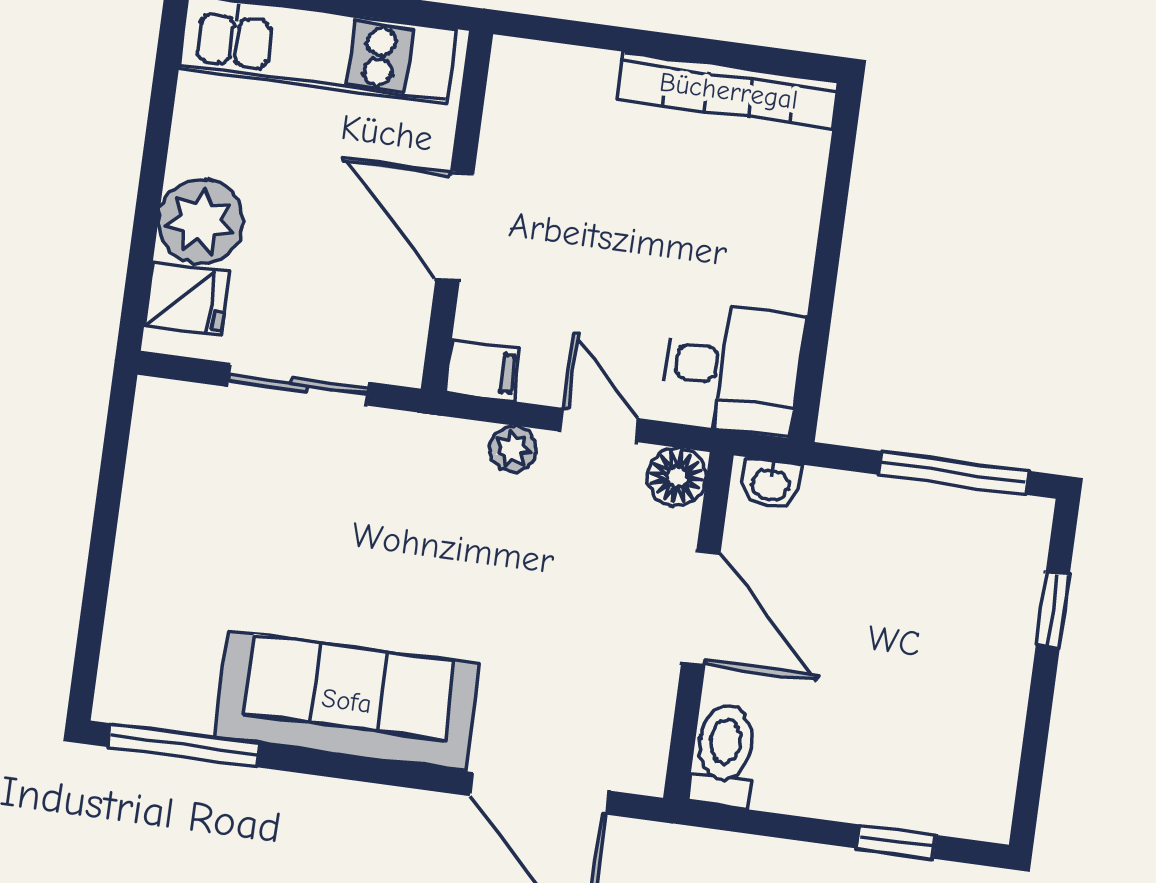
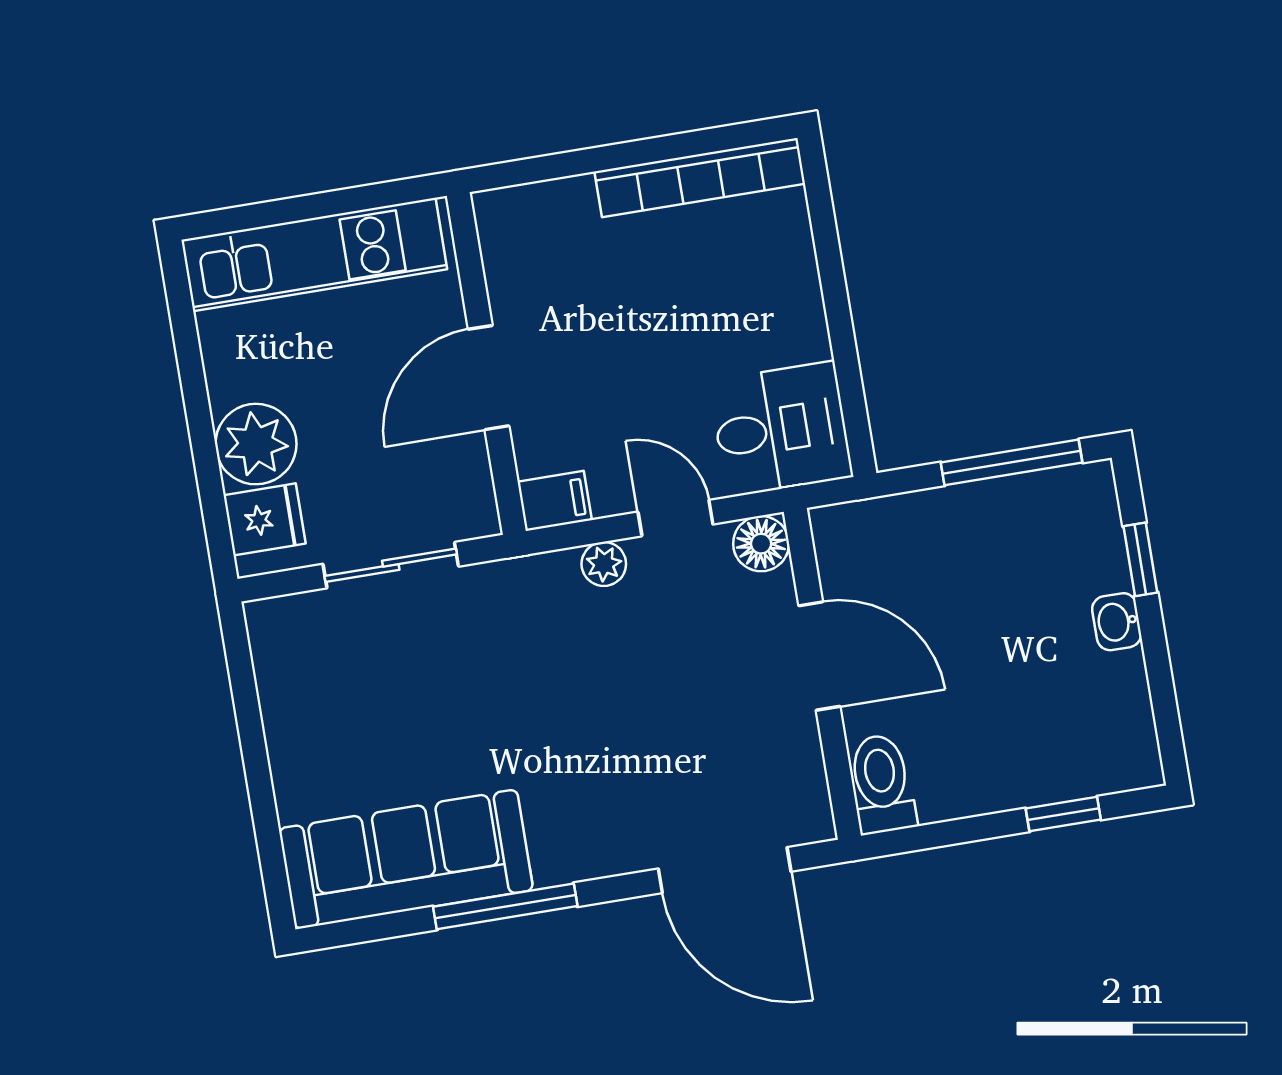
door: (455, 226) -> (489, 378), hinge flipped
washbasin: (771, 484) -> (1117, 622), moved, turned 90
sofa: (347, 701) -> (406, 859), moved
window: (184, 745) -> (505, 906), moved

